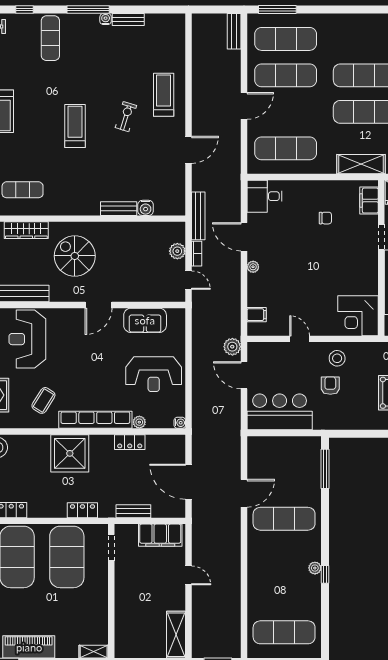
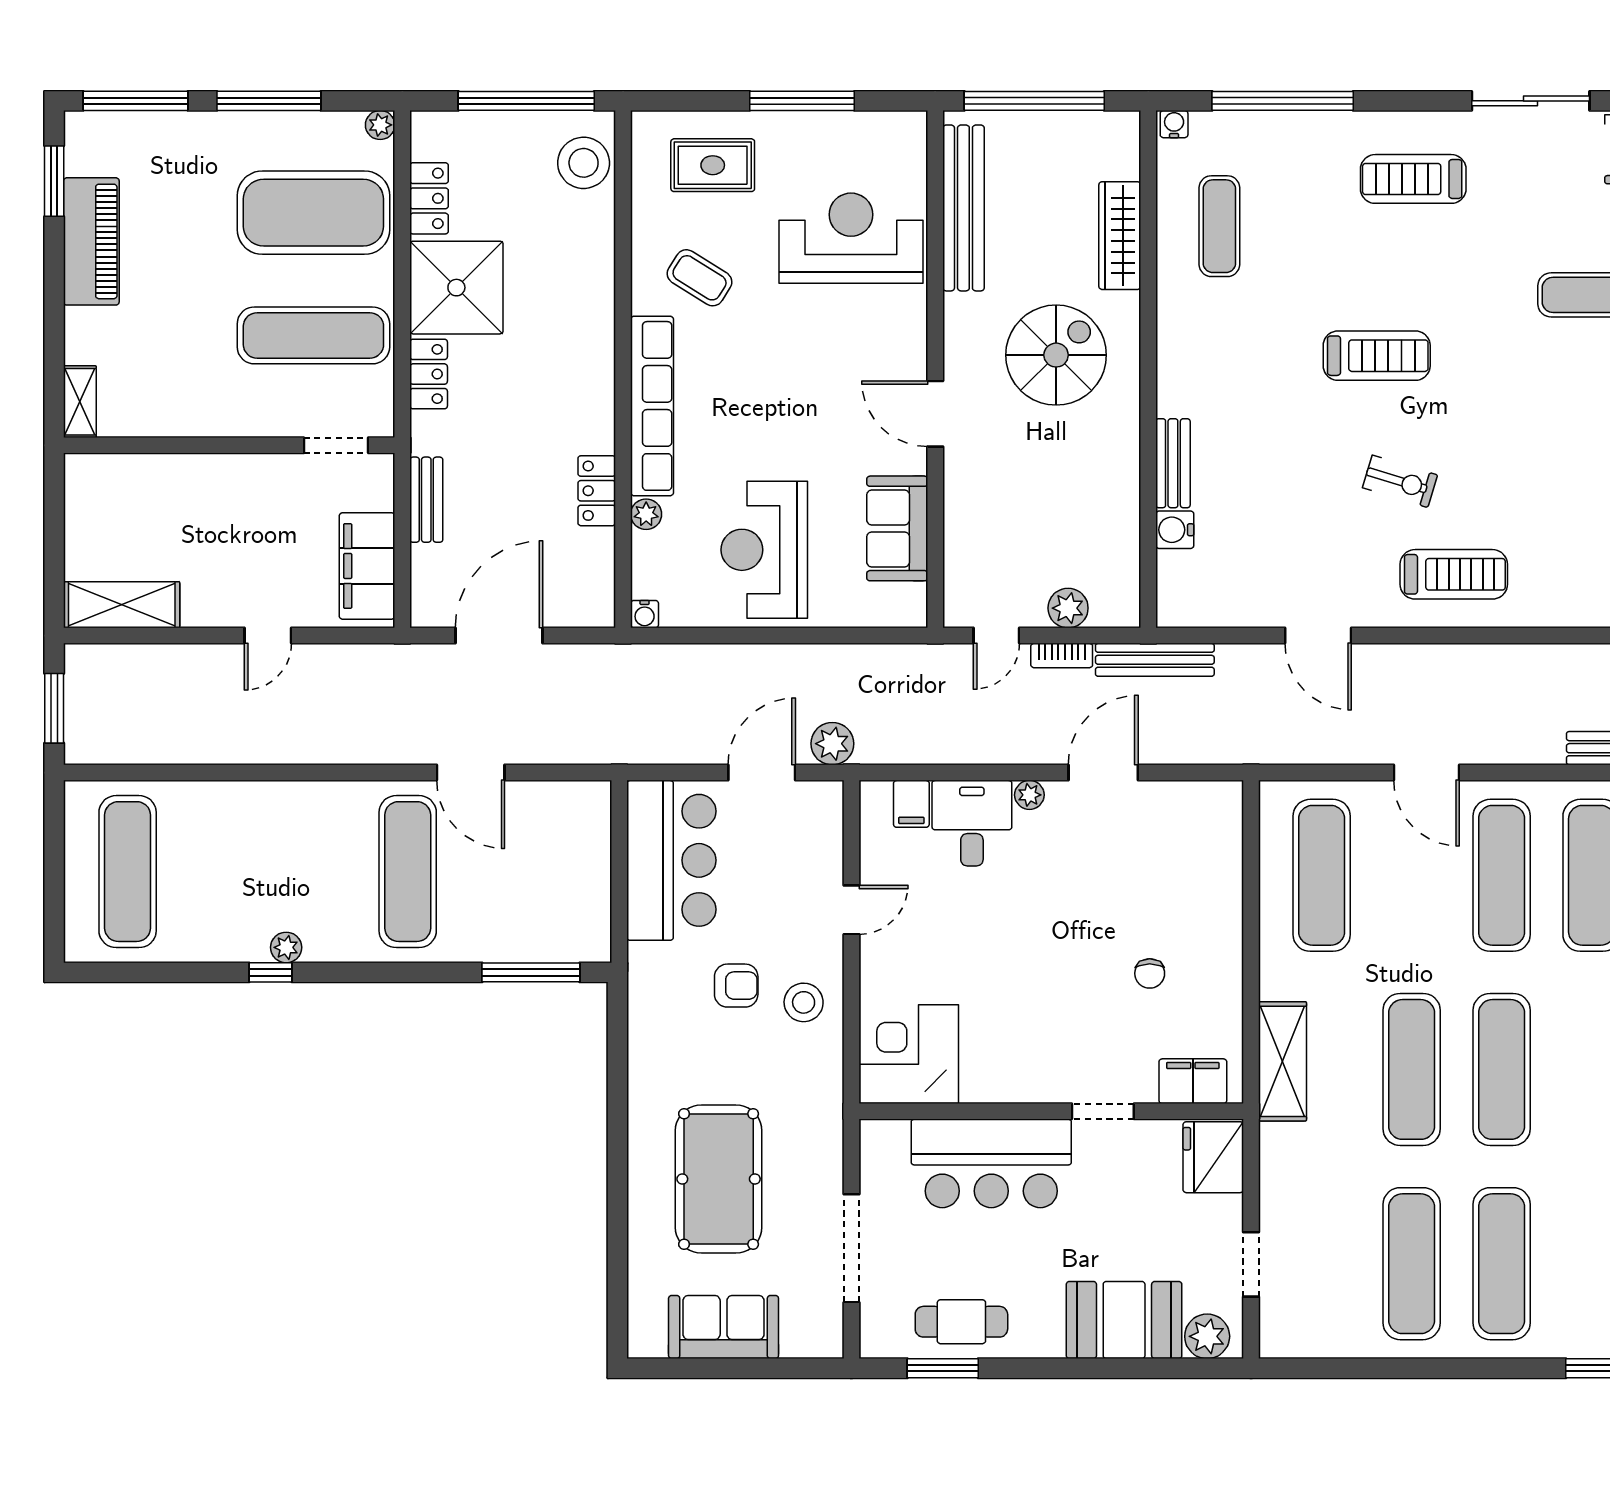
desk: (264, 196) -> (972, 823), moved
shower: (70, 453) -> (456, 288), moved
exercise mat: (67, 557) -> (313, 335), width x0.68

